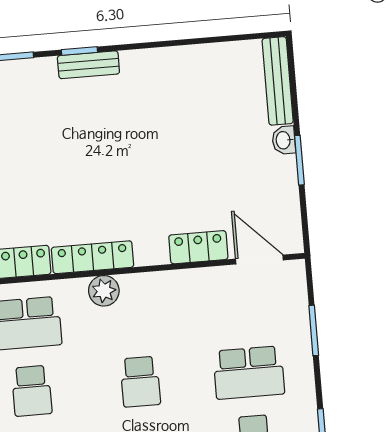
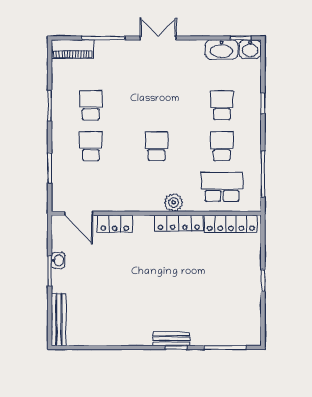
washbasin: (284, 140) -> (58, 260), moved
school desk: (249, 373) -> (91, 146), width x0.54

